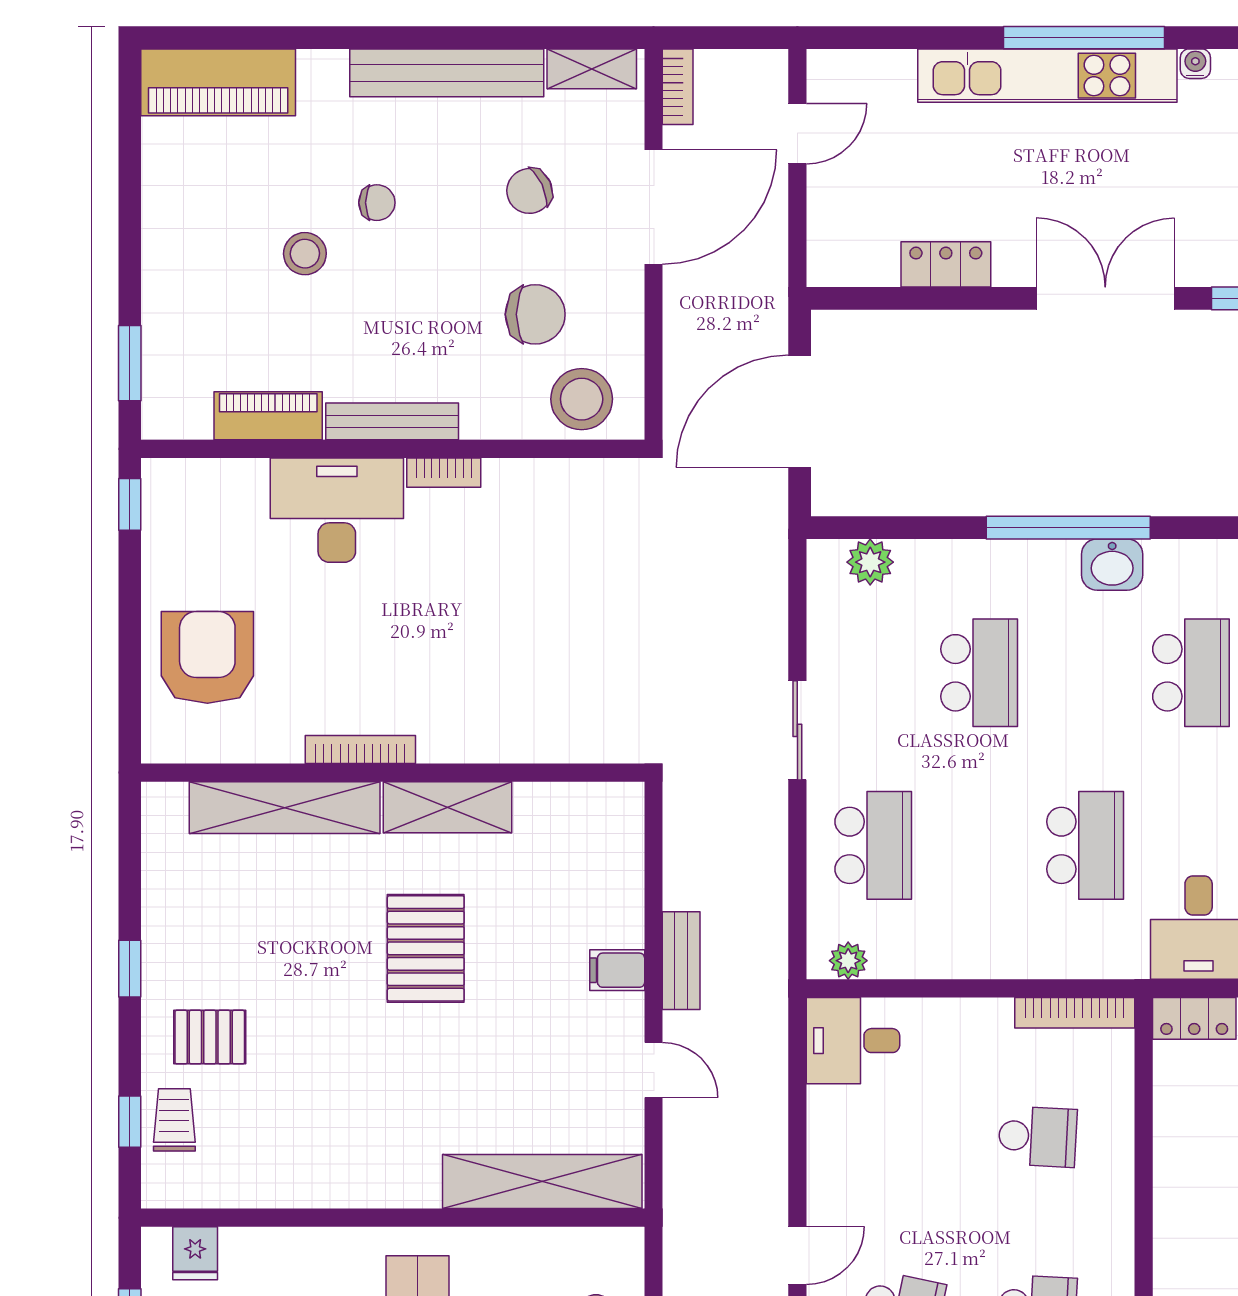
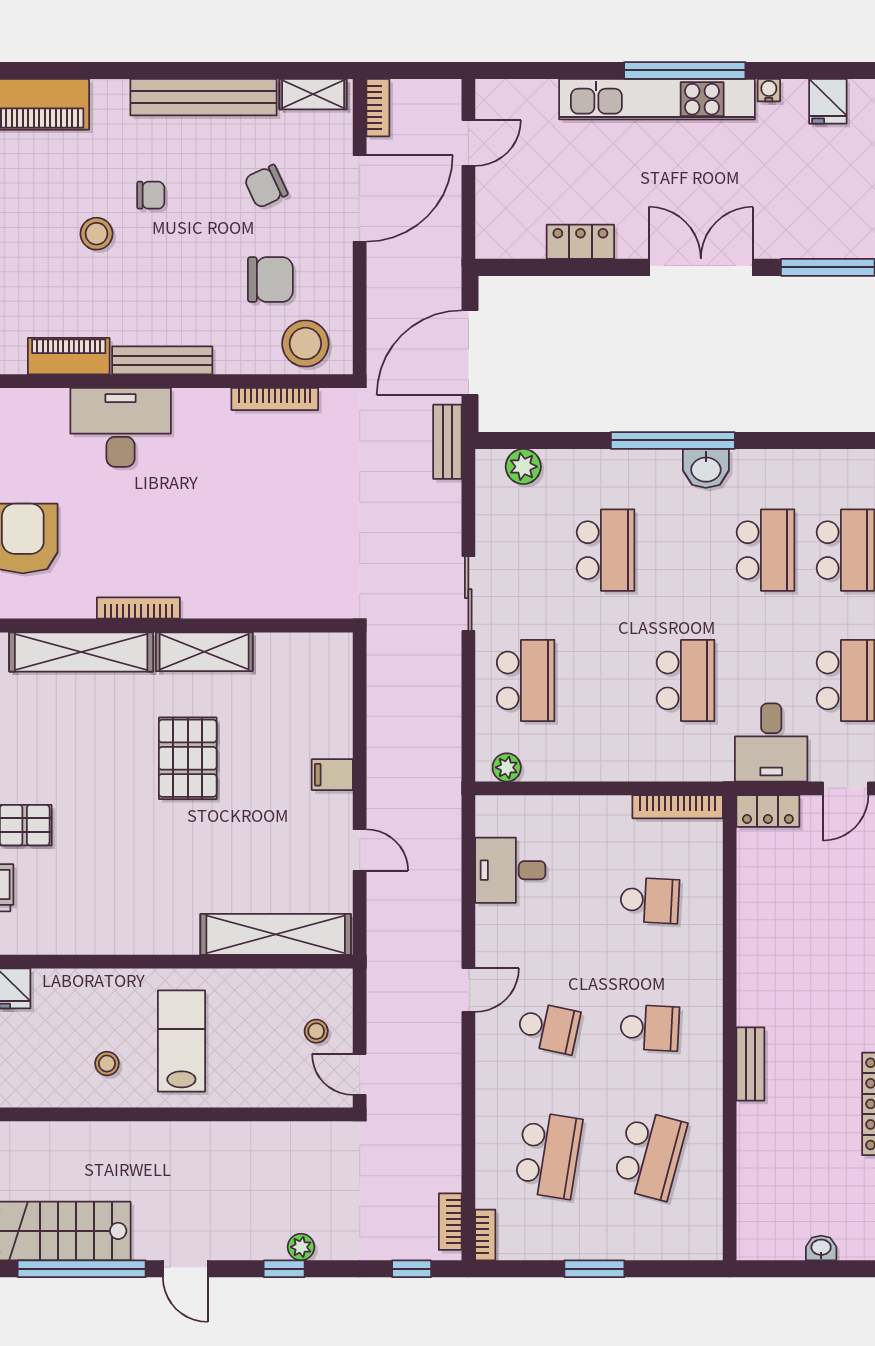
bookcase: (444, 473) -> (275, 399), moved, width x1.56
bench: (681, 961) -> (447, 442), moved
desk: (853, 1041) -> (510, 870), moved

